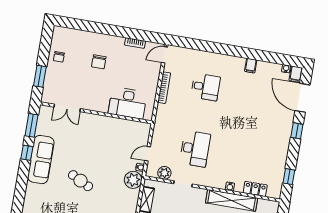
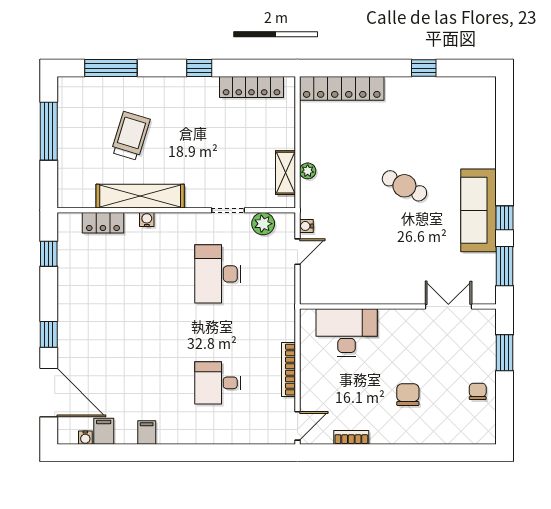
filing cabinet: (296, 74) -> (104, 431), moved
plant: (133, 180) -> (308, 171), moved, width x0.53, depth x0.53

